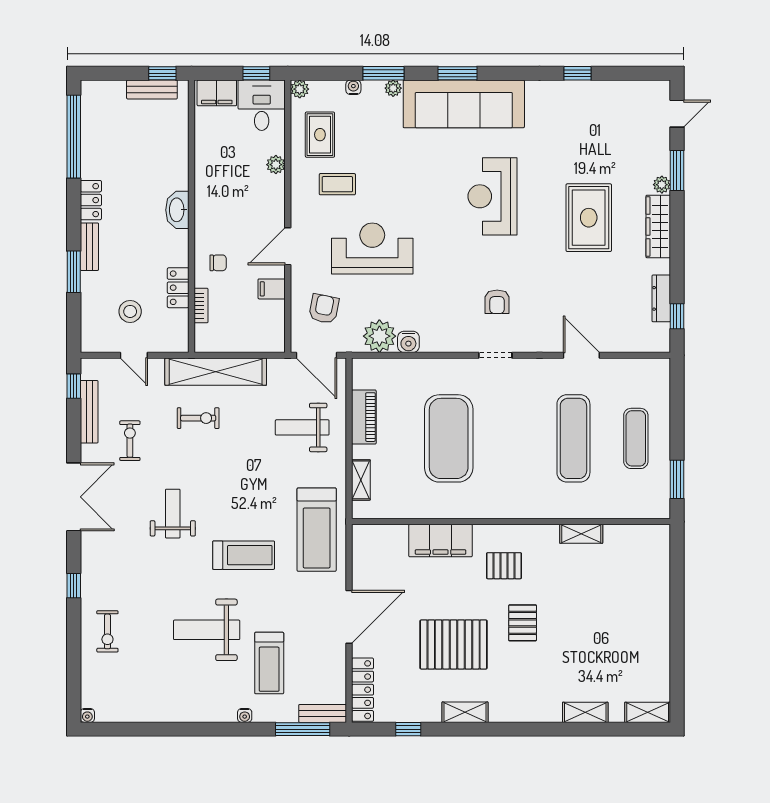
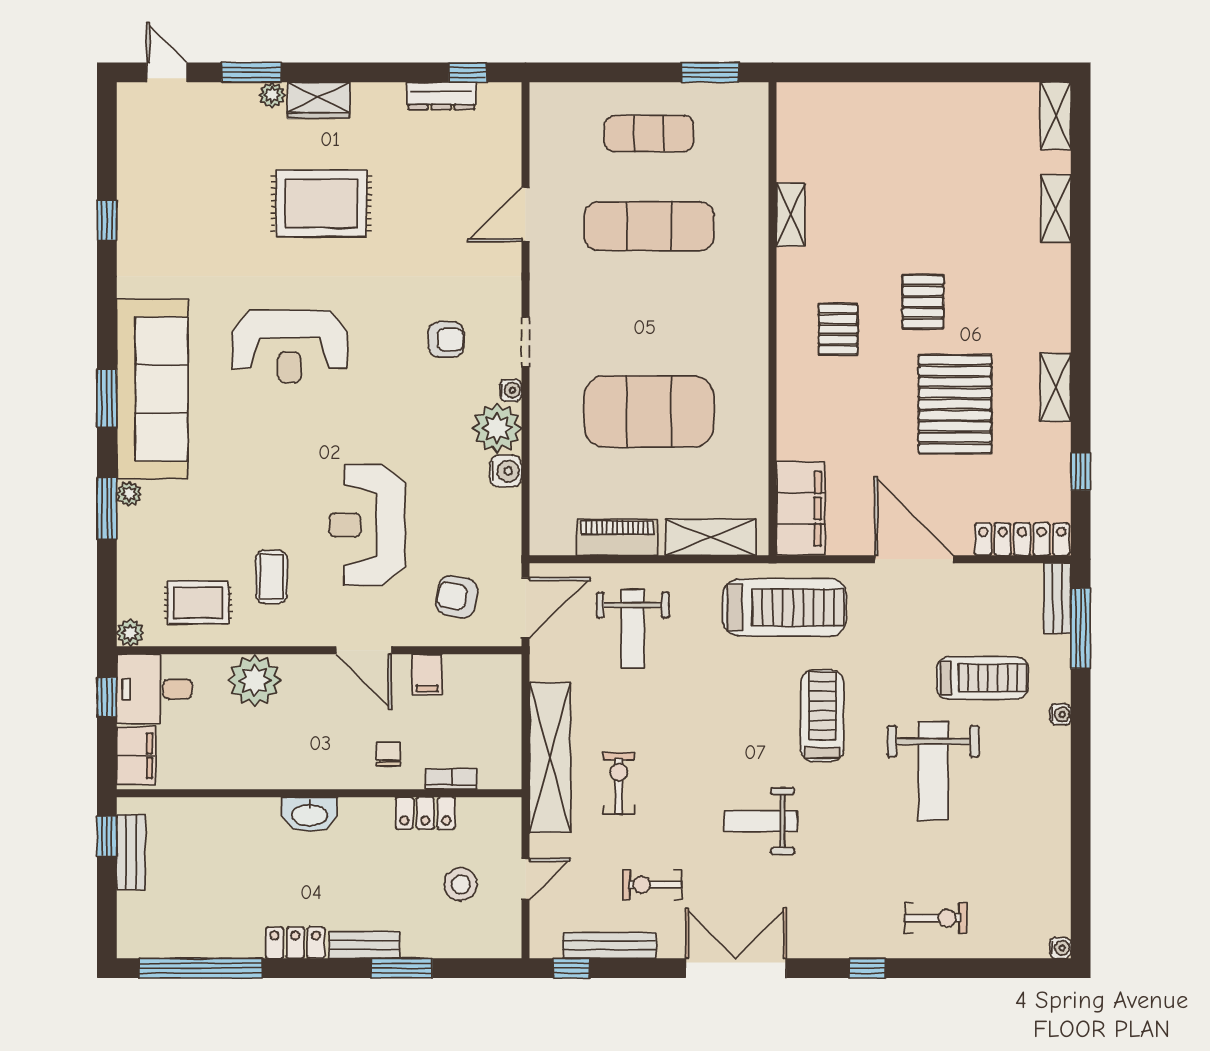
water cooler: (353, 87) -> (511, 390), moved, turned 180
plant: (276, 165) -> (255, 680), width x1.88, depth x1.88
wardrobe: (658, 226) -> (319, 100), width x0.67
plant: (379, 336) -> (497, 428), moved
shelving: (361, 480) -> (711, 537), width x1.50, depth x1.33
filing cabinet: (441, 541) -> (801, 509), moved
pallet: (523, 623) -> (923, 302), turned 90

